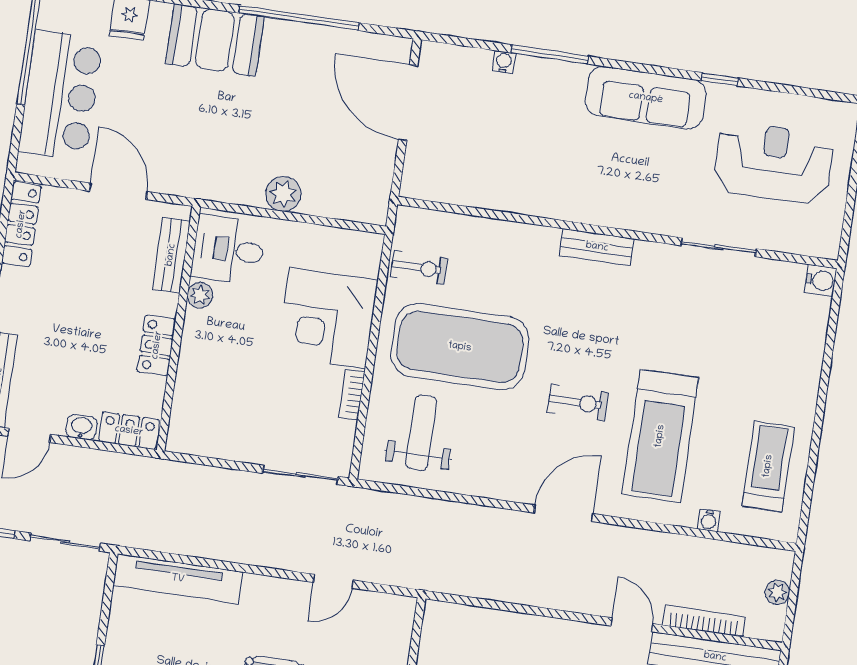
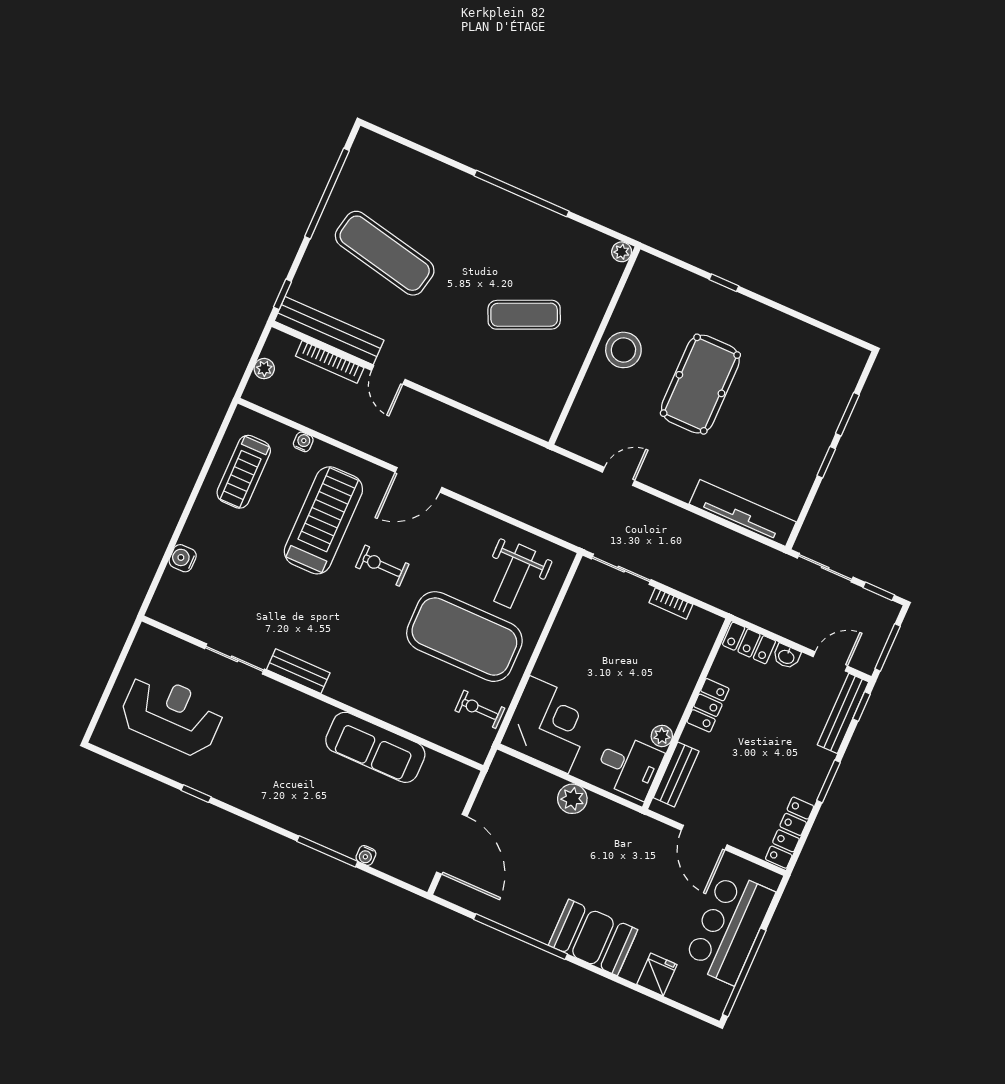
sofa: (646, 98) -> (375, 747), moved, turned 180
reception desk: (773, 163) -> (172, 715), turned 180
bench: (597, 247) -> (298, 671), moved
water cooler: (821, 280) -> (183, 558), moved
corner desk: (327, 318) -> (549, 725), moved
bookcase: (352, 394) -> (671, 603), moved, turned 90

